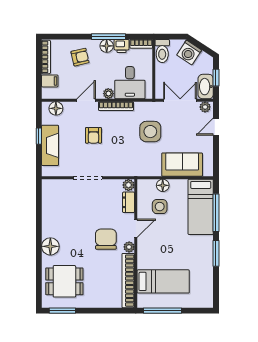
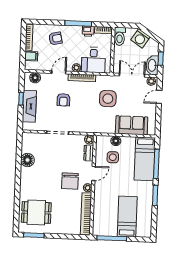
floor lamp: (107, 46) -> (76, 31), removed
chair: (106, 239) -> (70, 181), turned 180
floor lamp: (50, 246) -> (27, 160), moved
bed: (163, 281) -> (127, 216), moved, turned -90

